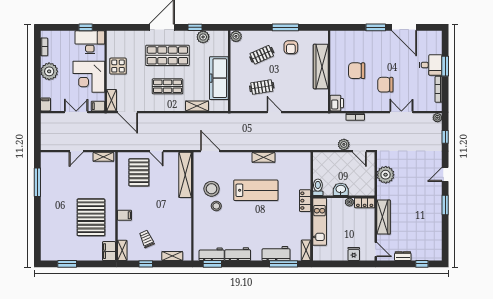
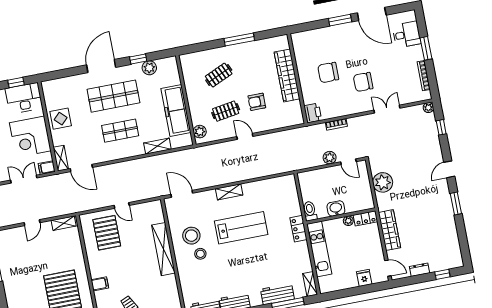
plant: (236, 36) -> (200, 132), moved
armchair: (291, 47) -> (257, 102), moved, turned 90
desk: (431, 65) -> (407, 35), moved
shelving: (263, 157) -> (229, 192), moved
shelving: (185, 175) -> (163, 249), moved

